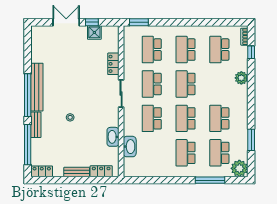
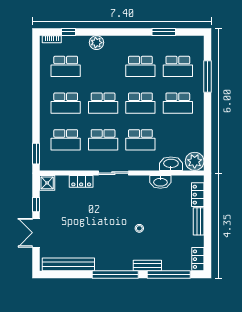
shower: (94, 32) -> (47, 183), moved
bench: (37, 87) -> (68, 264), moved
plant: (239, 168) -> (195, 161), moved

